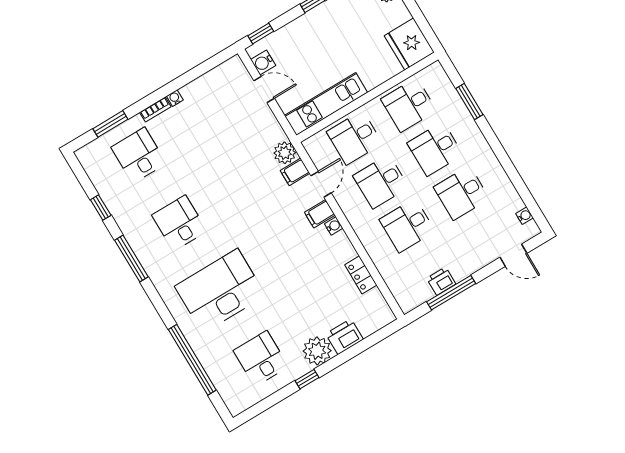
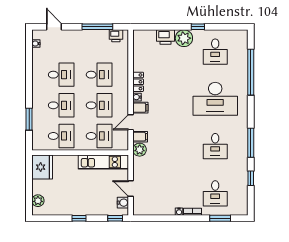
locker: (361, 275) -> (138, 82), moved
printer: (441, 281) -> (116, 36), moved

